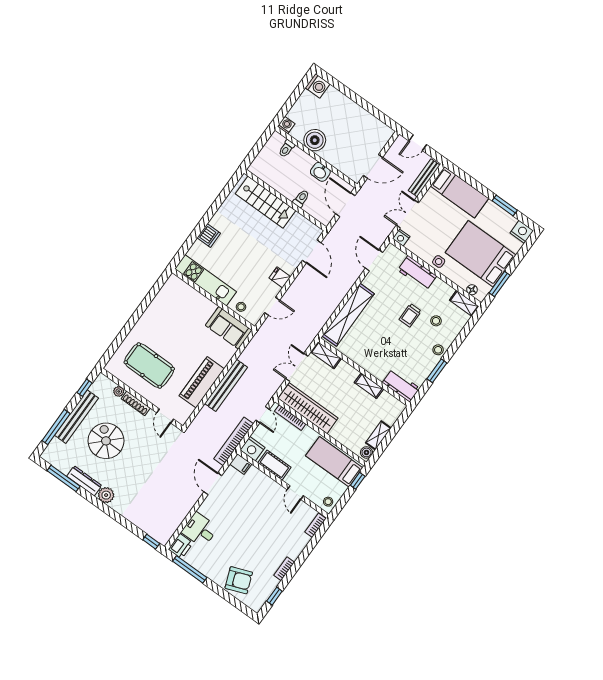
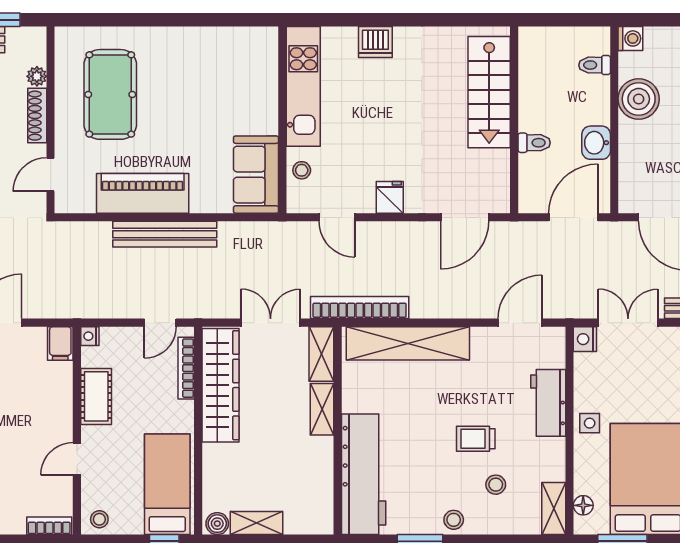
workbench: (401, 385) -> (364, 474), width x1.87, depth x1.32
shelving: (369, 386) -> (322, 409), moved
bookcase: (234, 441) -> (360, 308), moved
nightstand: (252, 449) -> (90, 336), width x0.53, depth x0.56

